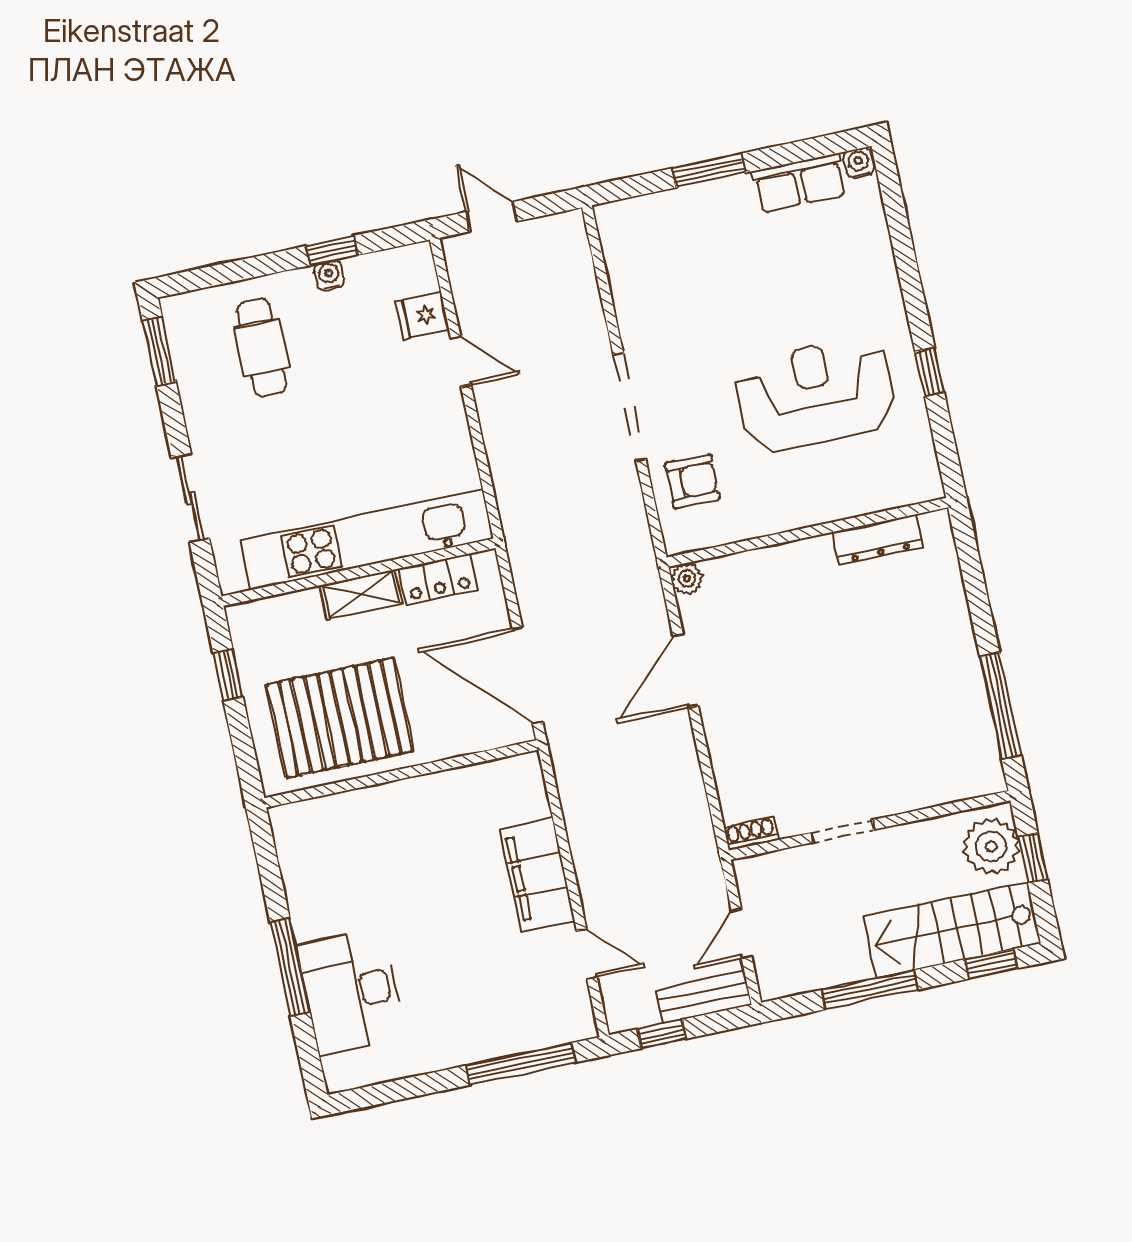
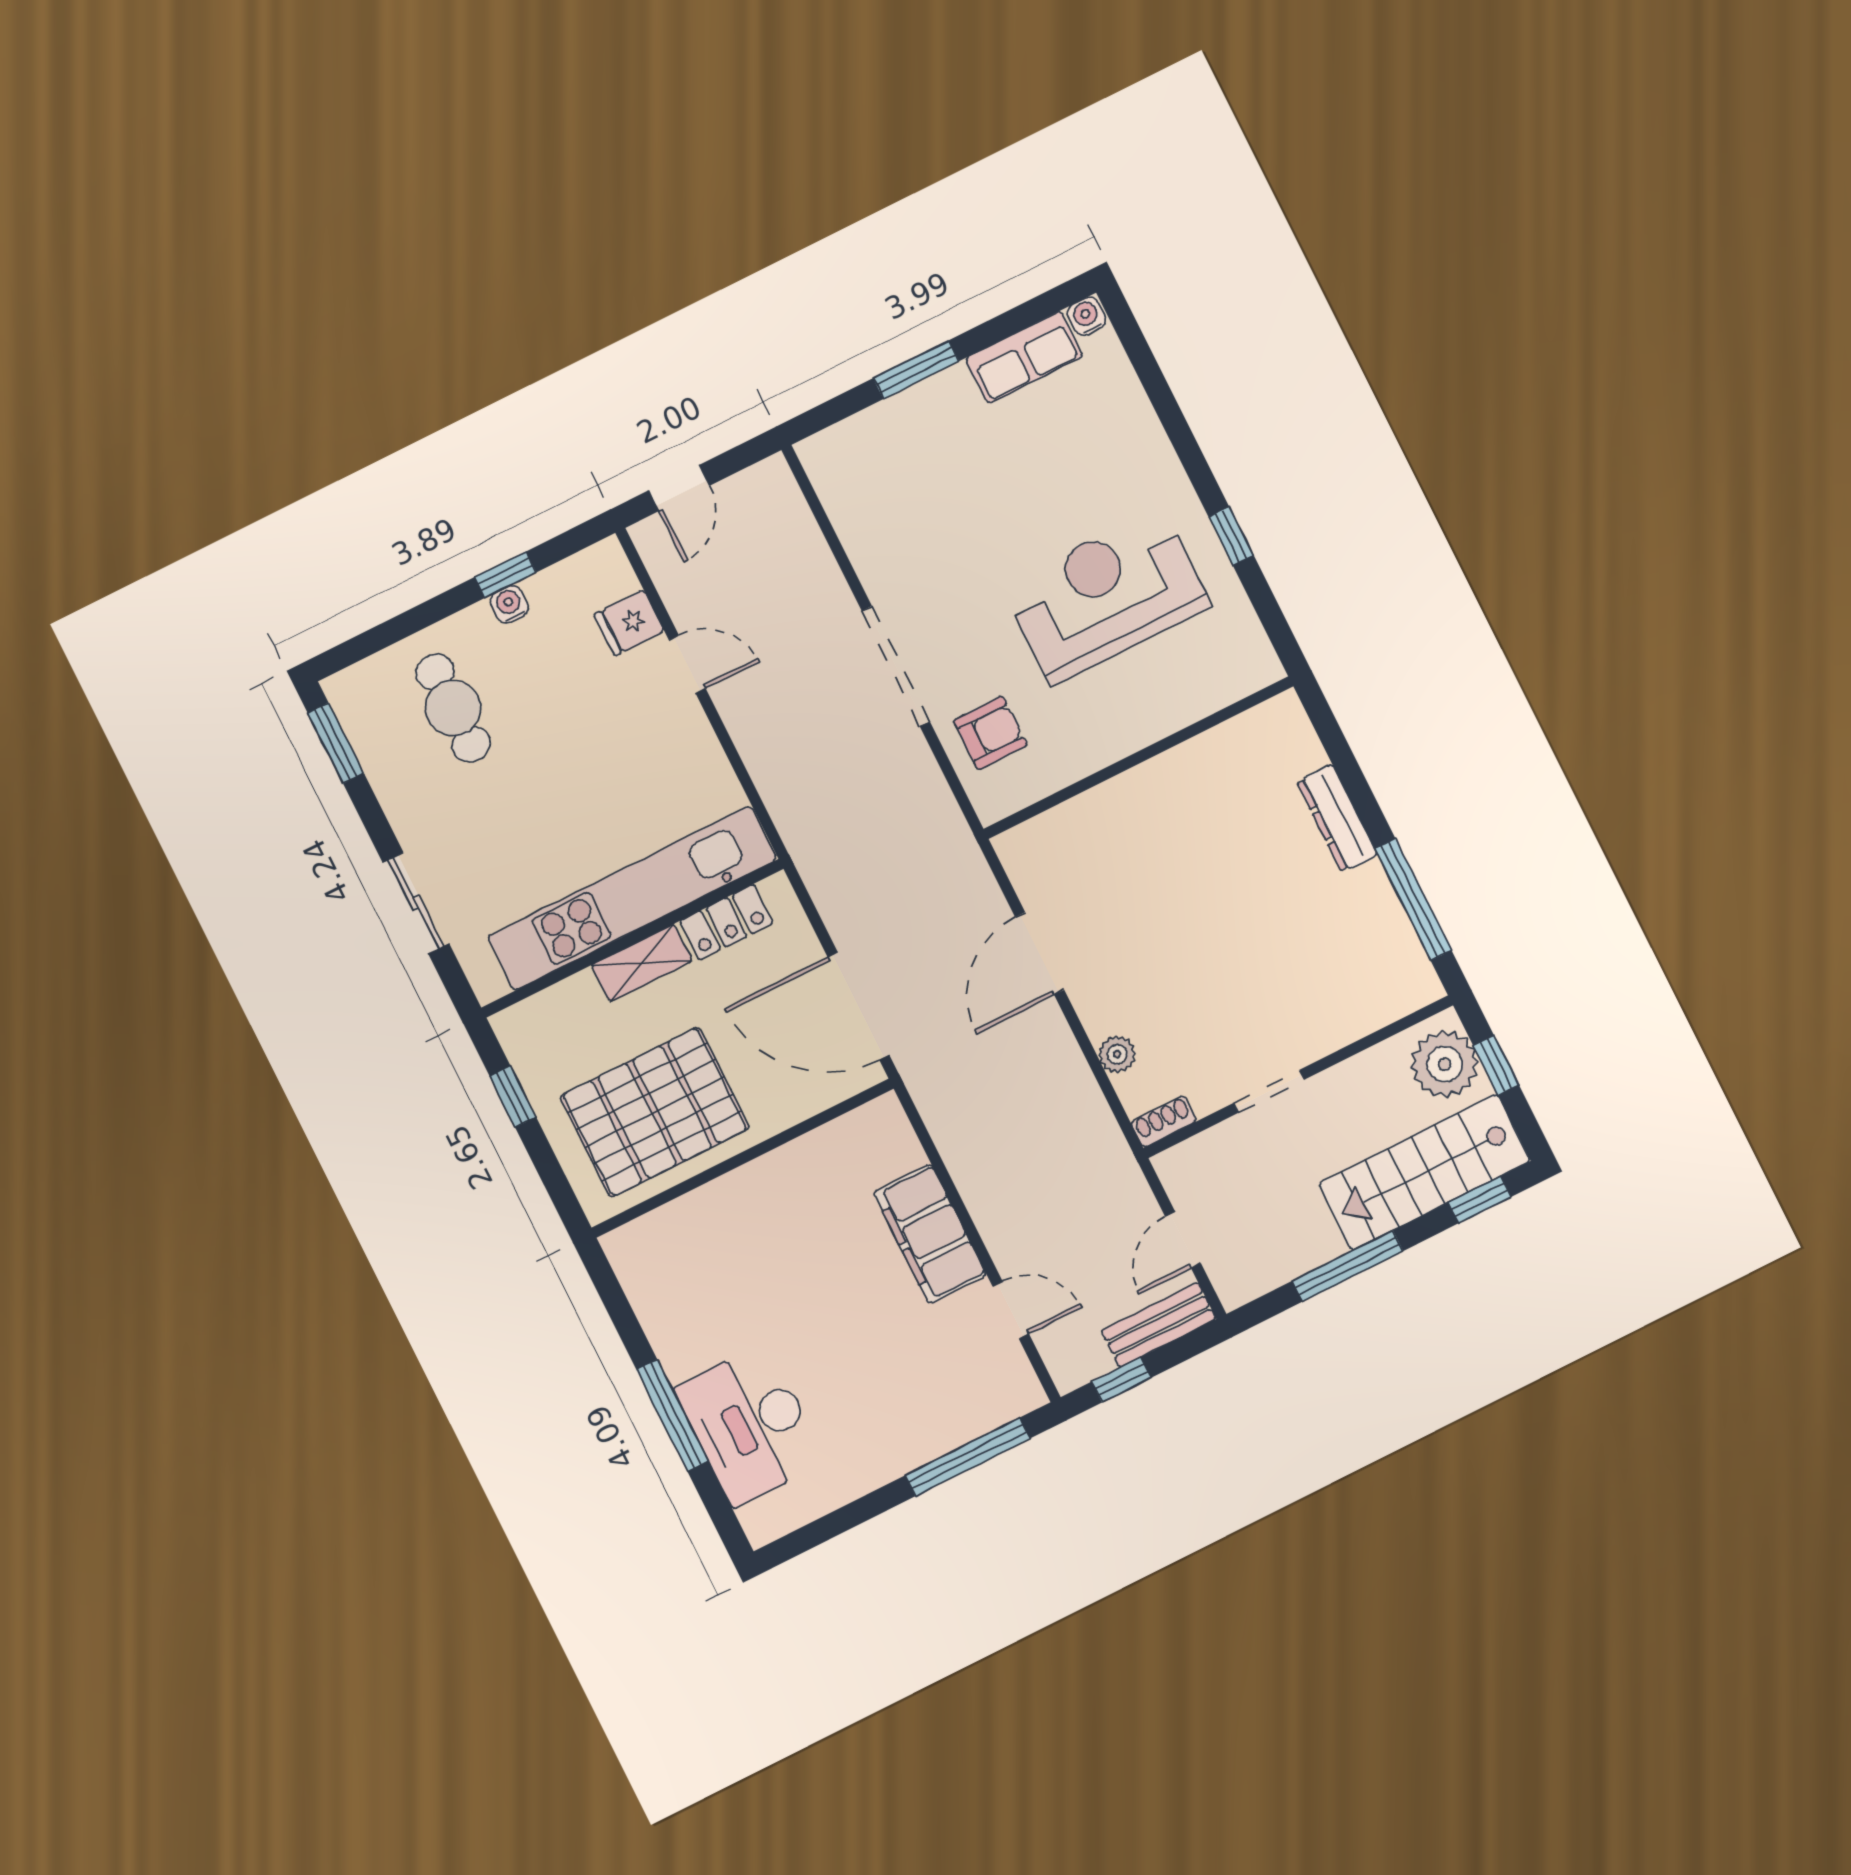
door: (491, 217) -> (679, 488), swing flipped
dresser: (878, 539) -> (1337, 818), moved, turned 90
plant: (687, 579) -> (1117, 1054), moved

